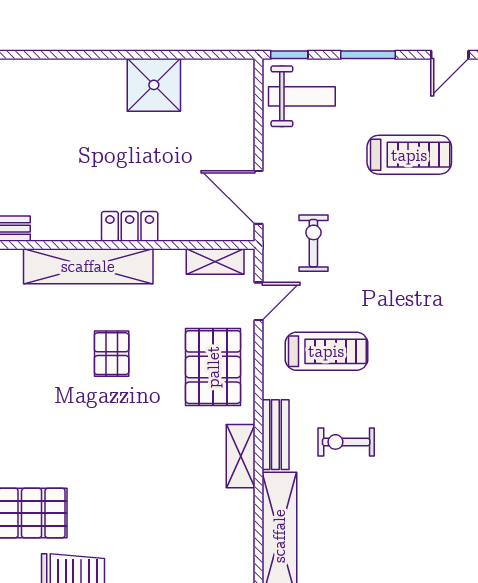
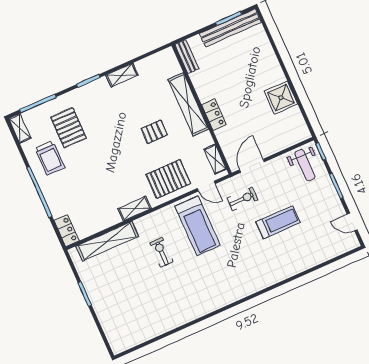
treadmill: (409, 155) -> (278, 222), moved, turned -90
treadmill: (326, 351) -> (197, 226), width x1.37, depth x1.38
bench: (275, 435) -> (151, 220), removed

